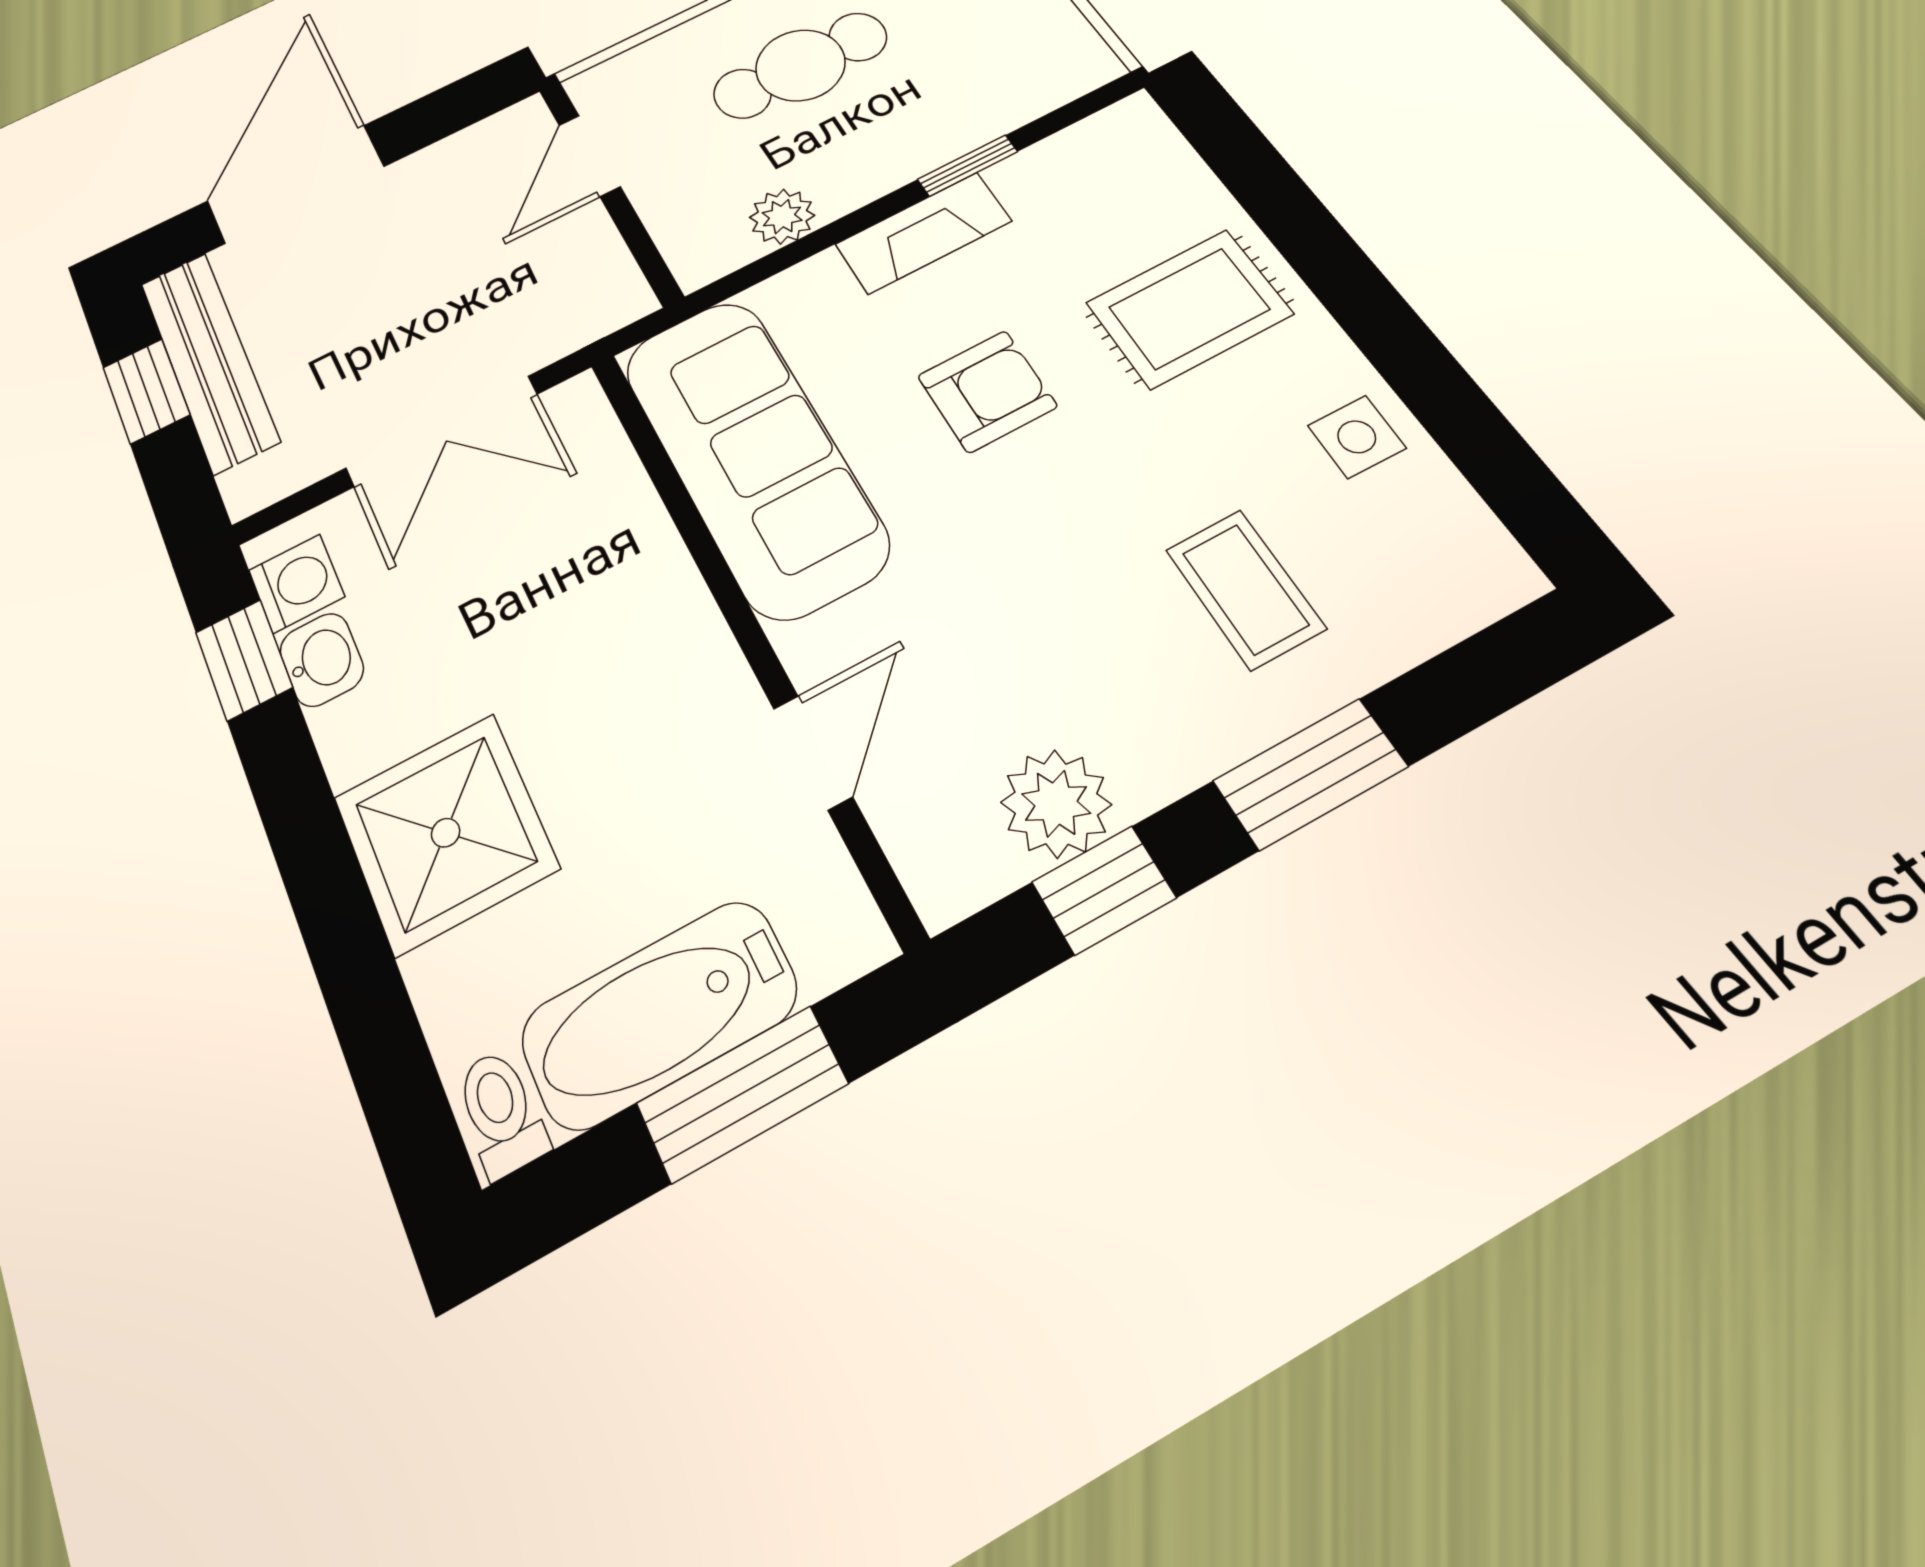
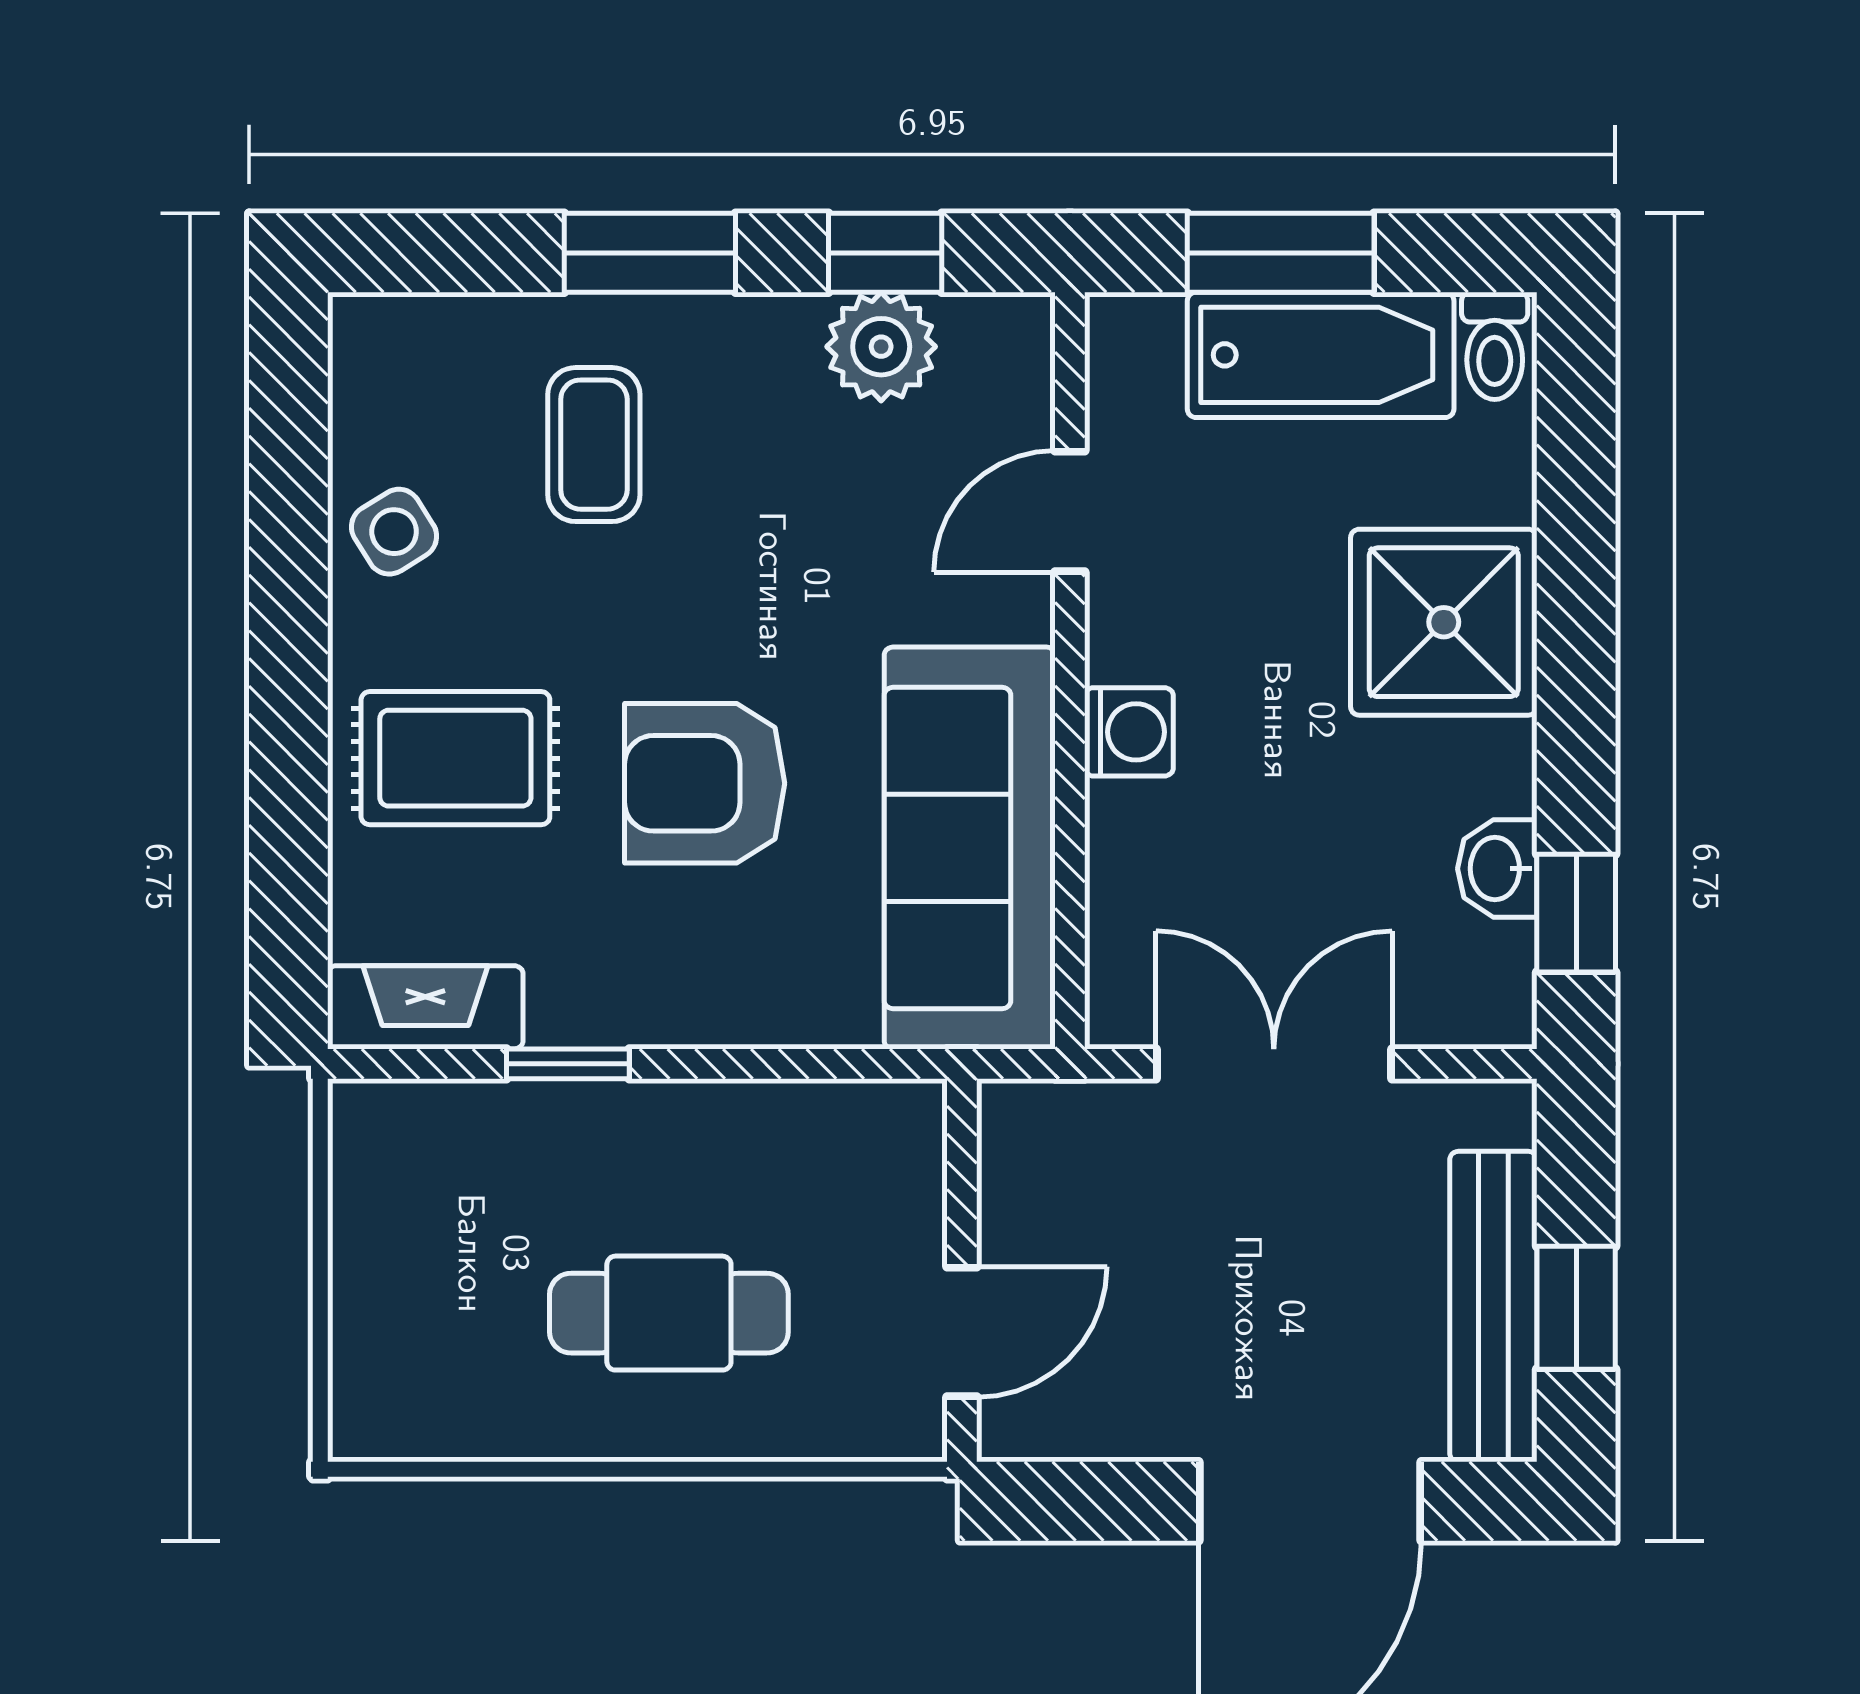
plant: (782, 216) -> (795, 1119), removed
fireplace: (923, 233) -> (425, 1007), moved
armchair: (987, 391) -> (705, 783), width x1.38, depth x1.38
side table: (1357, 437) -> (394, 532), turned -33
washing machine: (297, 583) -> (1129, 732), moved, turned 180

